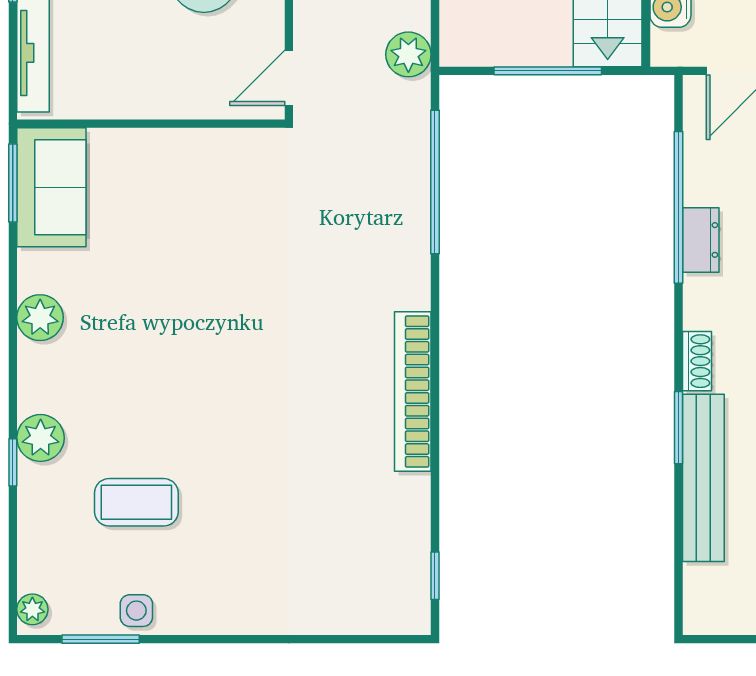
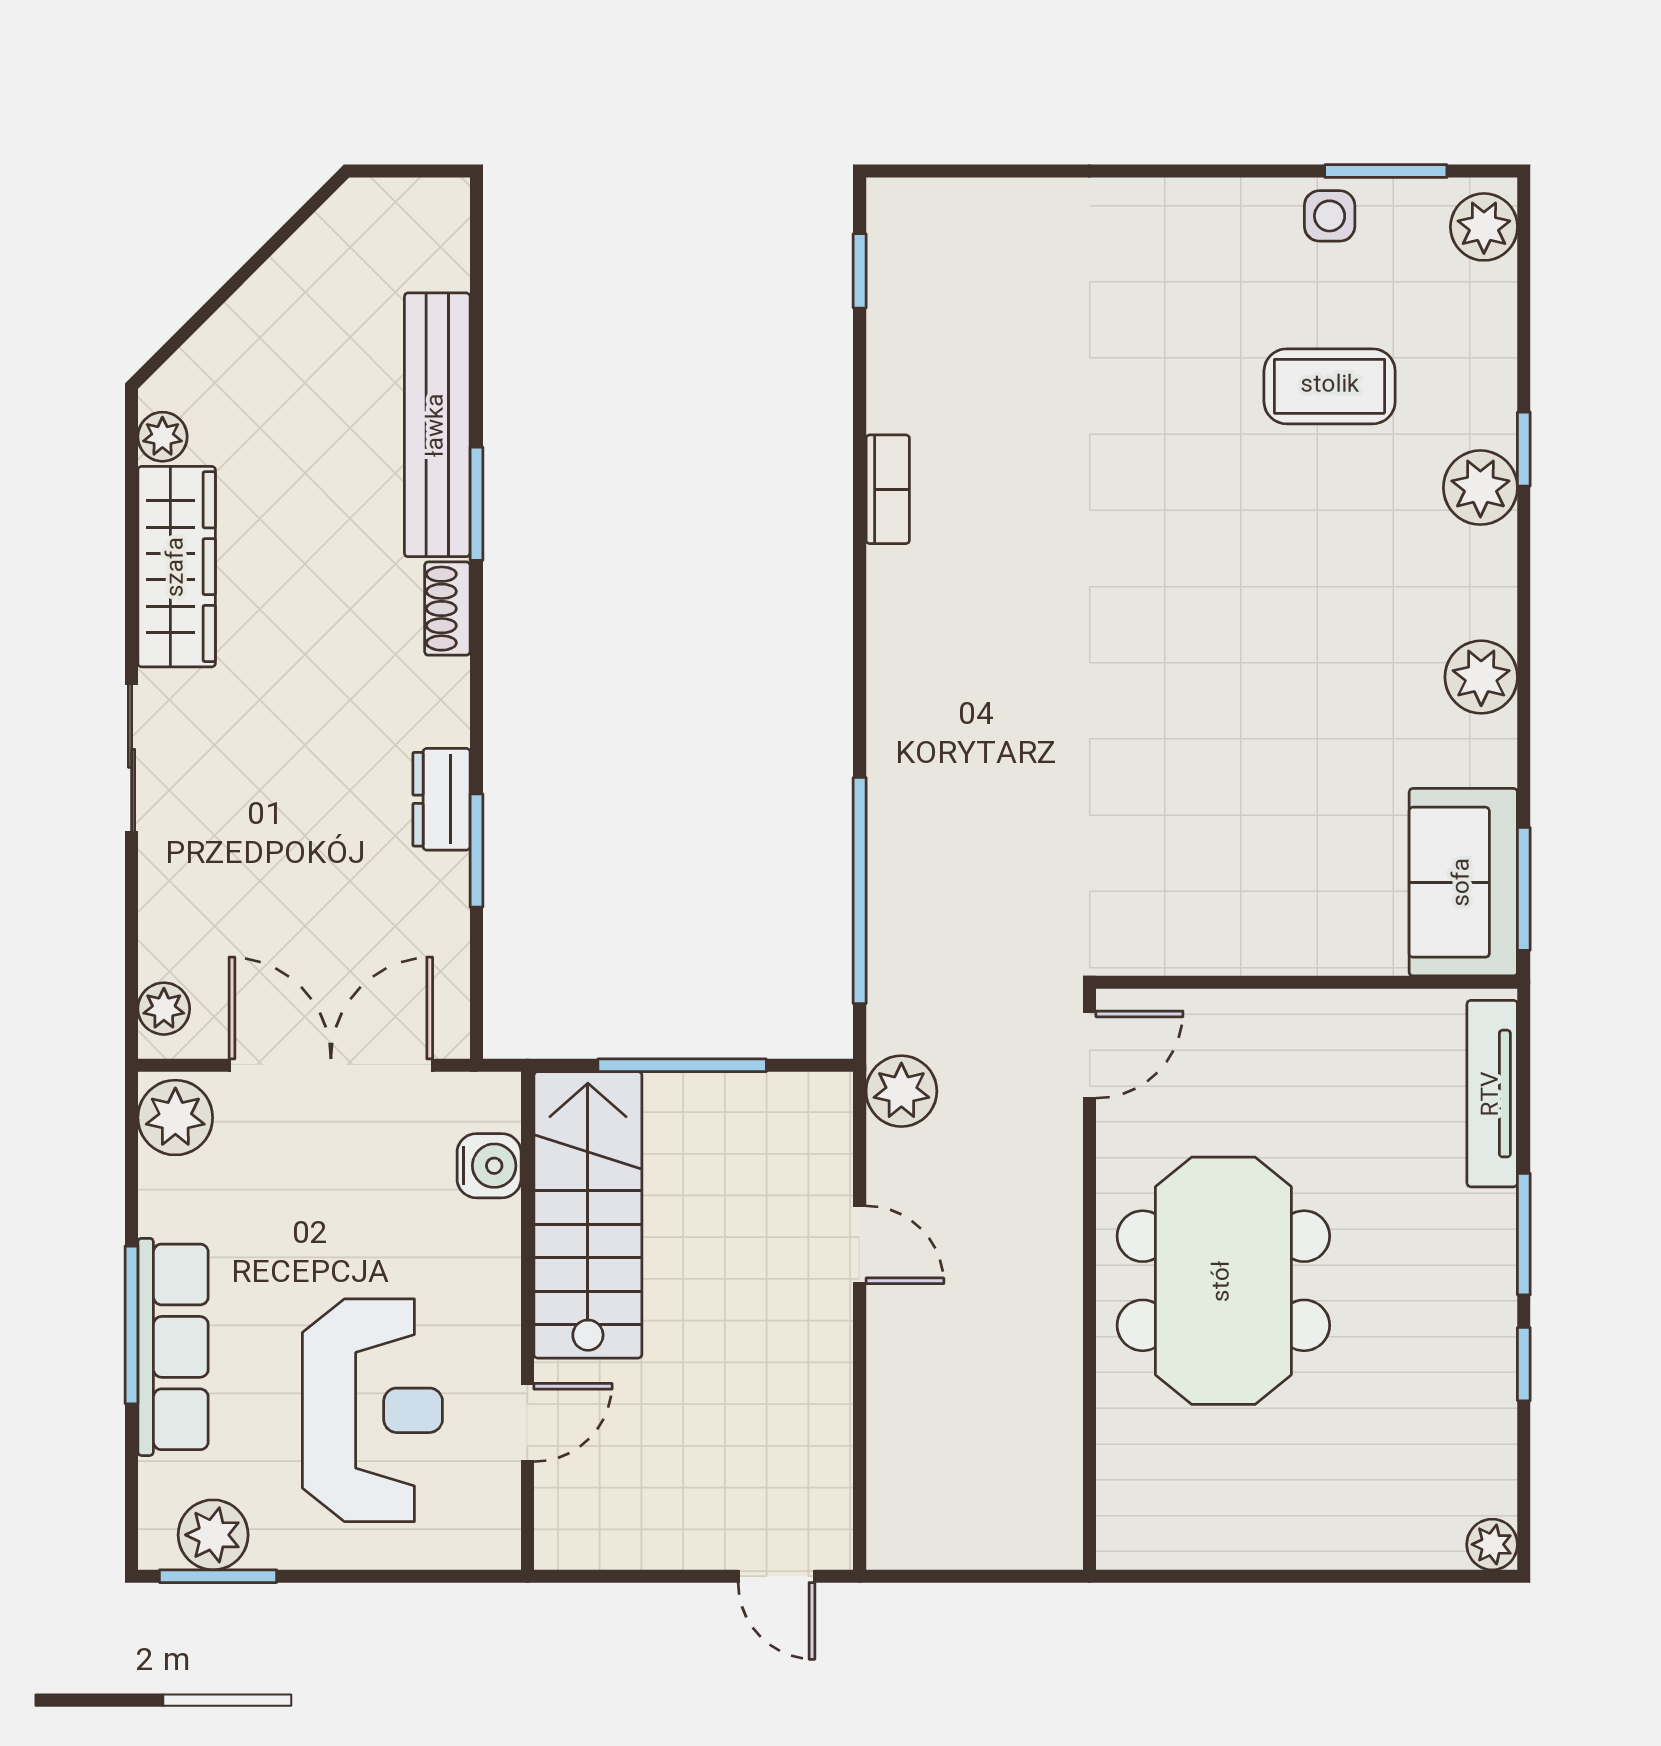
window: (678, 207) -> (476, 851), width x0.47
bookcase: (413, 392) -> (888, 489), width x0.43, depth x0.76
plant: (32, 609) -> (1484, 227), width x1.38, depth x1.38

